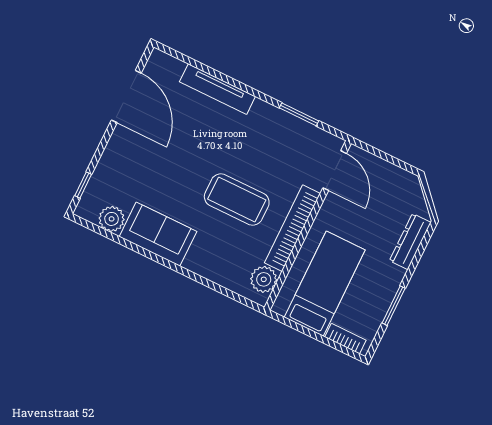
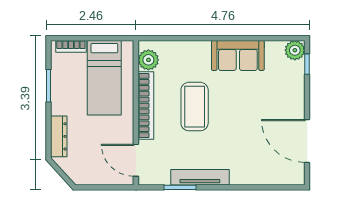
tv unit: (217, 89) -> (200, 177), moved
coffee table: (237, 200) -> (195, 107), turned 90
plant: (112, 219) -> (295, 50), moved

